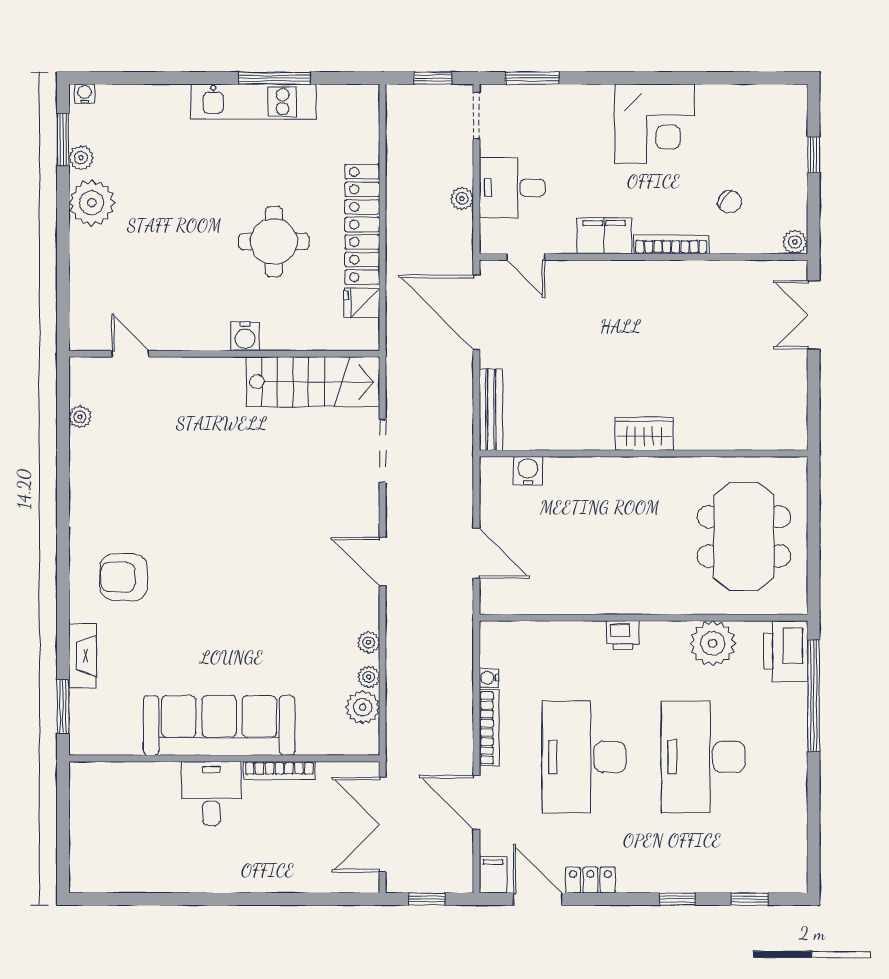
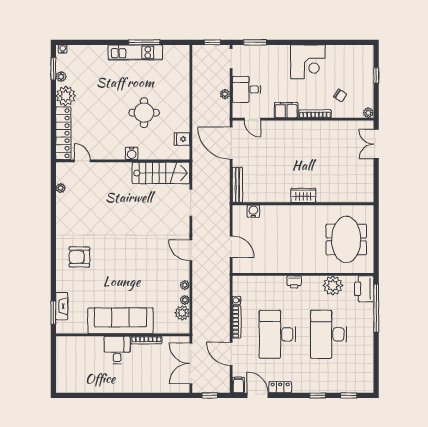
locker: (362, 224) -> (63, 133), moved, turned 180
fireplace: (82, 656) -> (62, 306), moved

